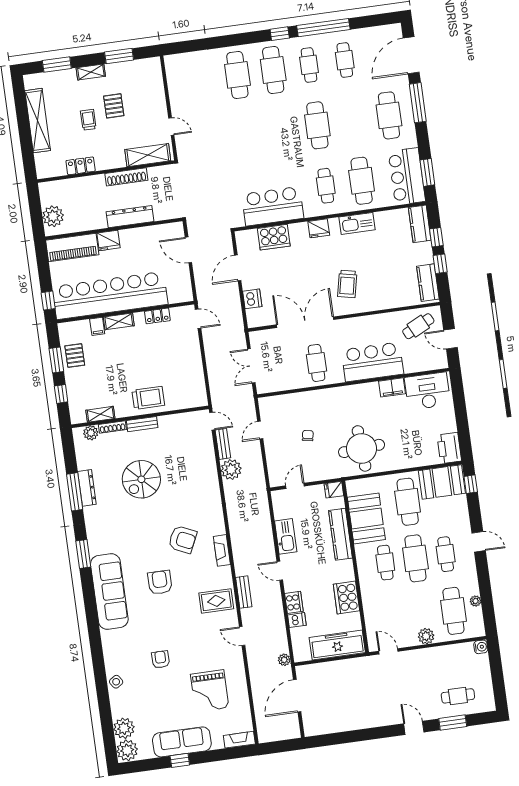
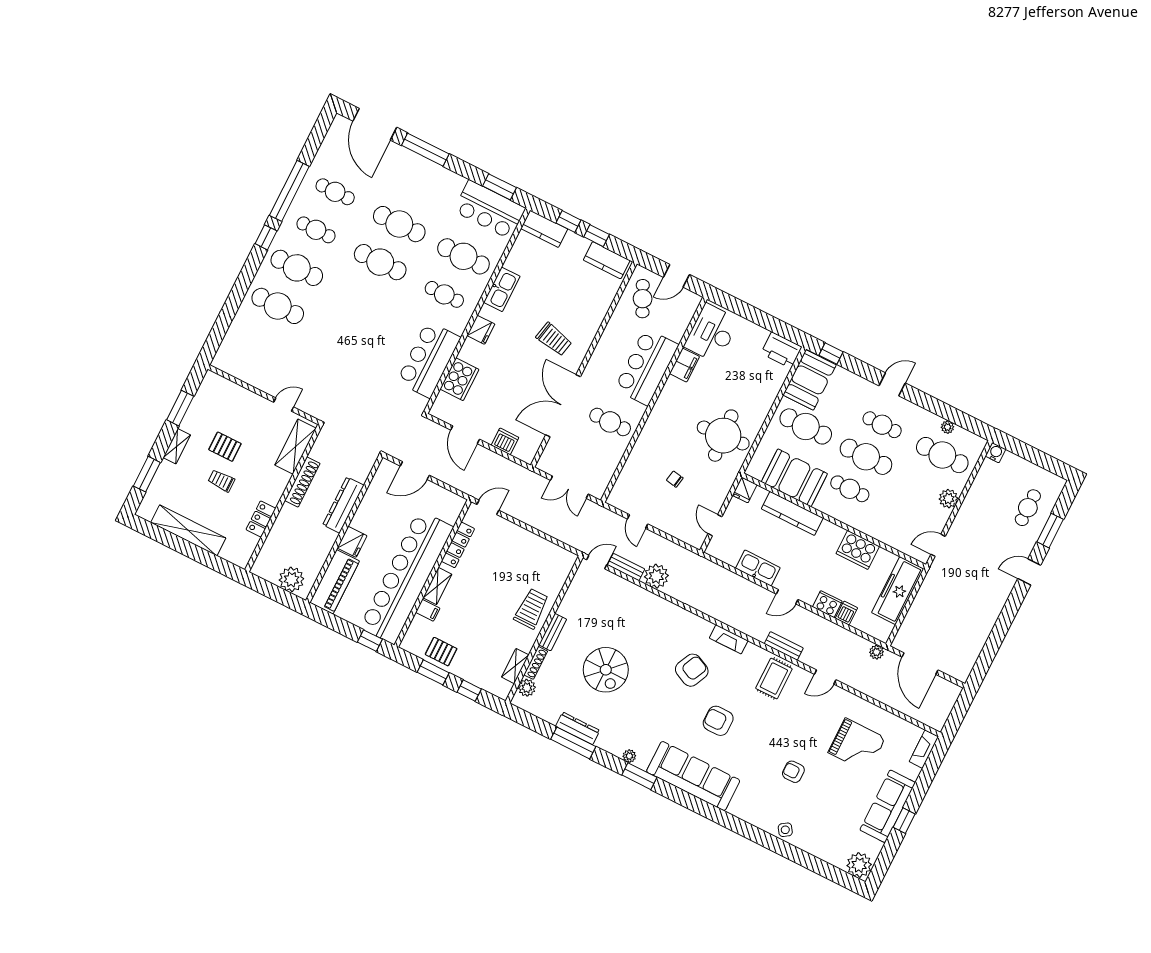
cafe table: (389, 115) -> (399, 224), moved
locker: (157, 316) -> (458, 545), width x1.53
plant: (124, 728) -> (629, 756), moved, width x0.53, depth x0.53

